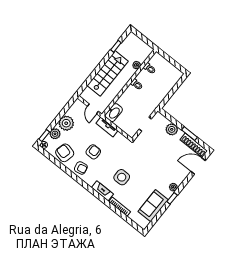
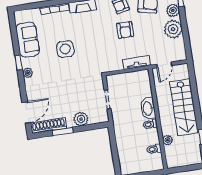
door: (93, 109) -> (164, 65), swing flipped
washbasin: (114, 113) -> (148, 108), moved
side table: (122, 177) -> (65, 49), moved

